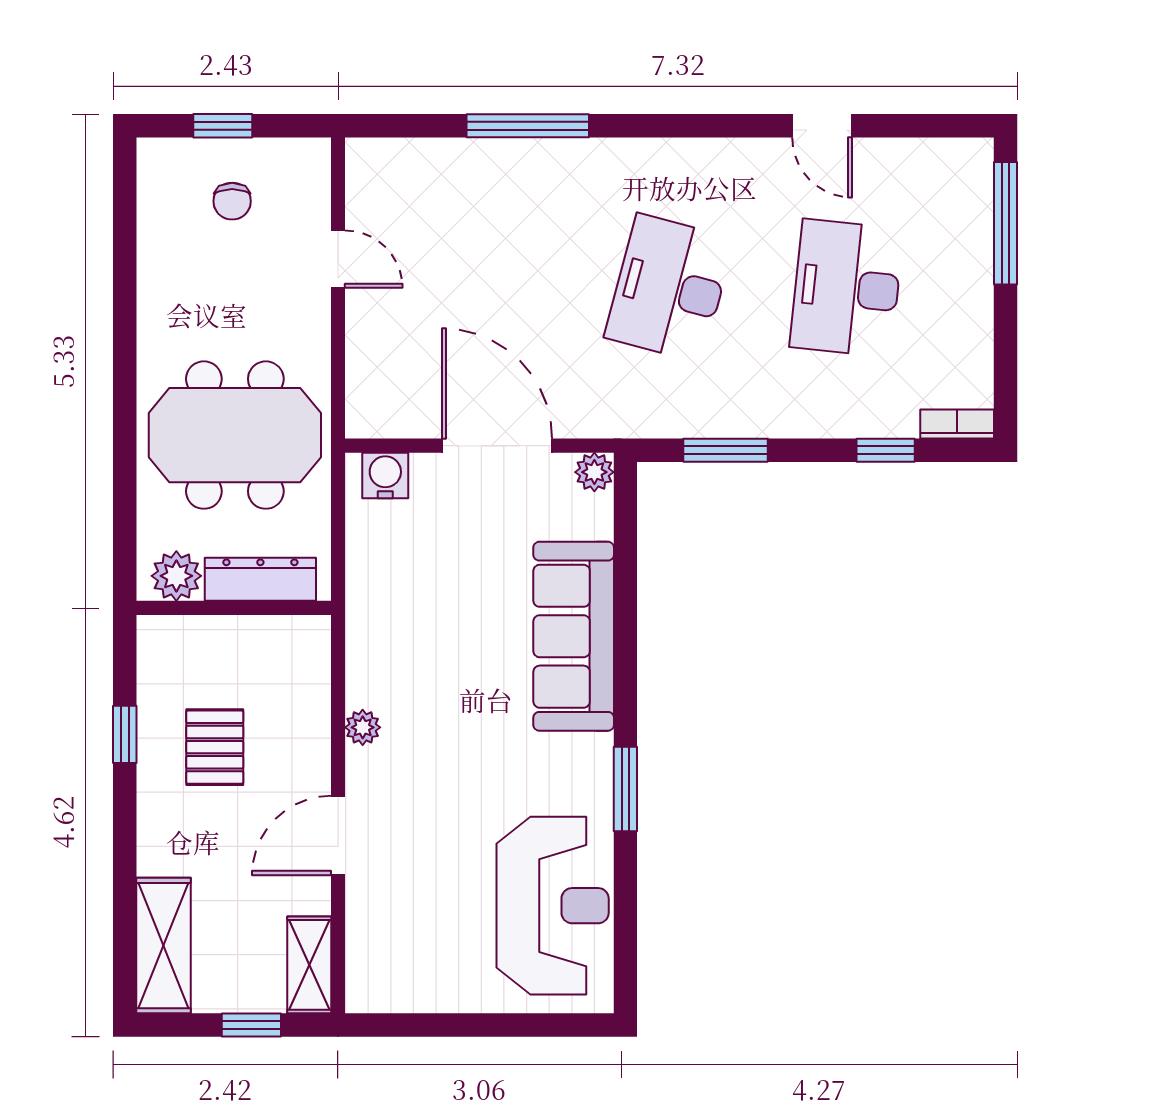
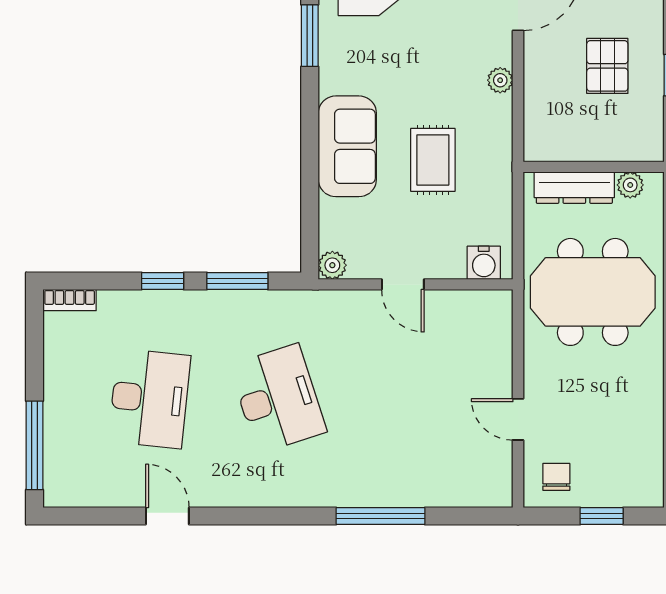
chair: (232, 201) -> (556, 477), moved
desk: (669, 288) -> (278, 399), turned -33
door: (497, 446) -> (403, 284), width x0.53
window: (886, 450) -> (163, 281), moved
plant: (176, 576) -> (630, 185), width x0.73, depth x0.73
rug: (456, 617) -> (433, 160), added
sofa: (574, 636) -> (347, 146), width x0.73

